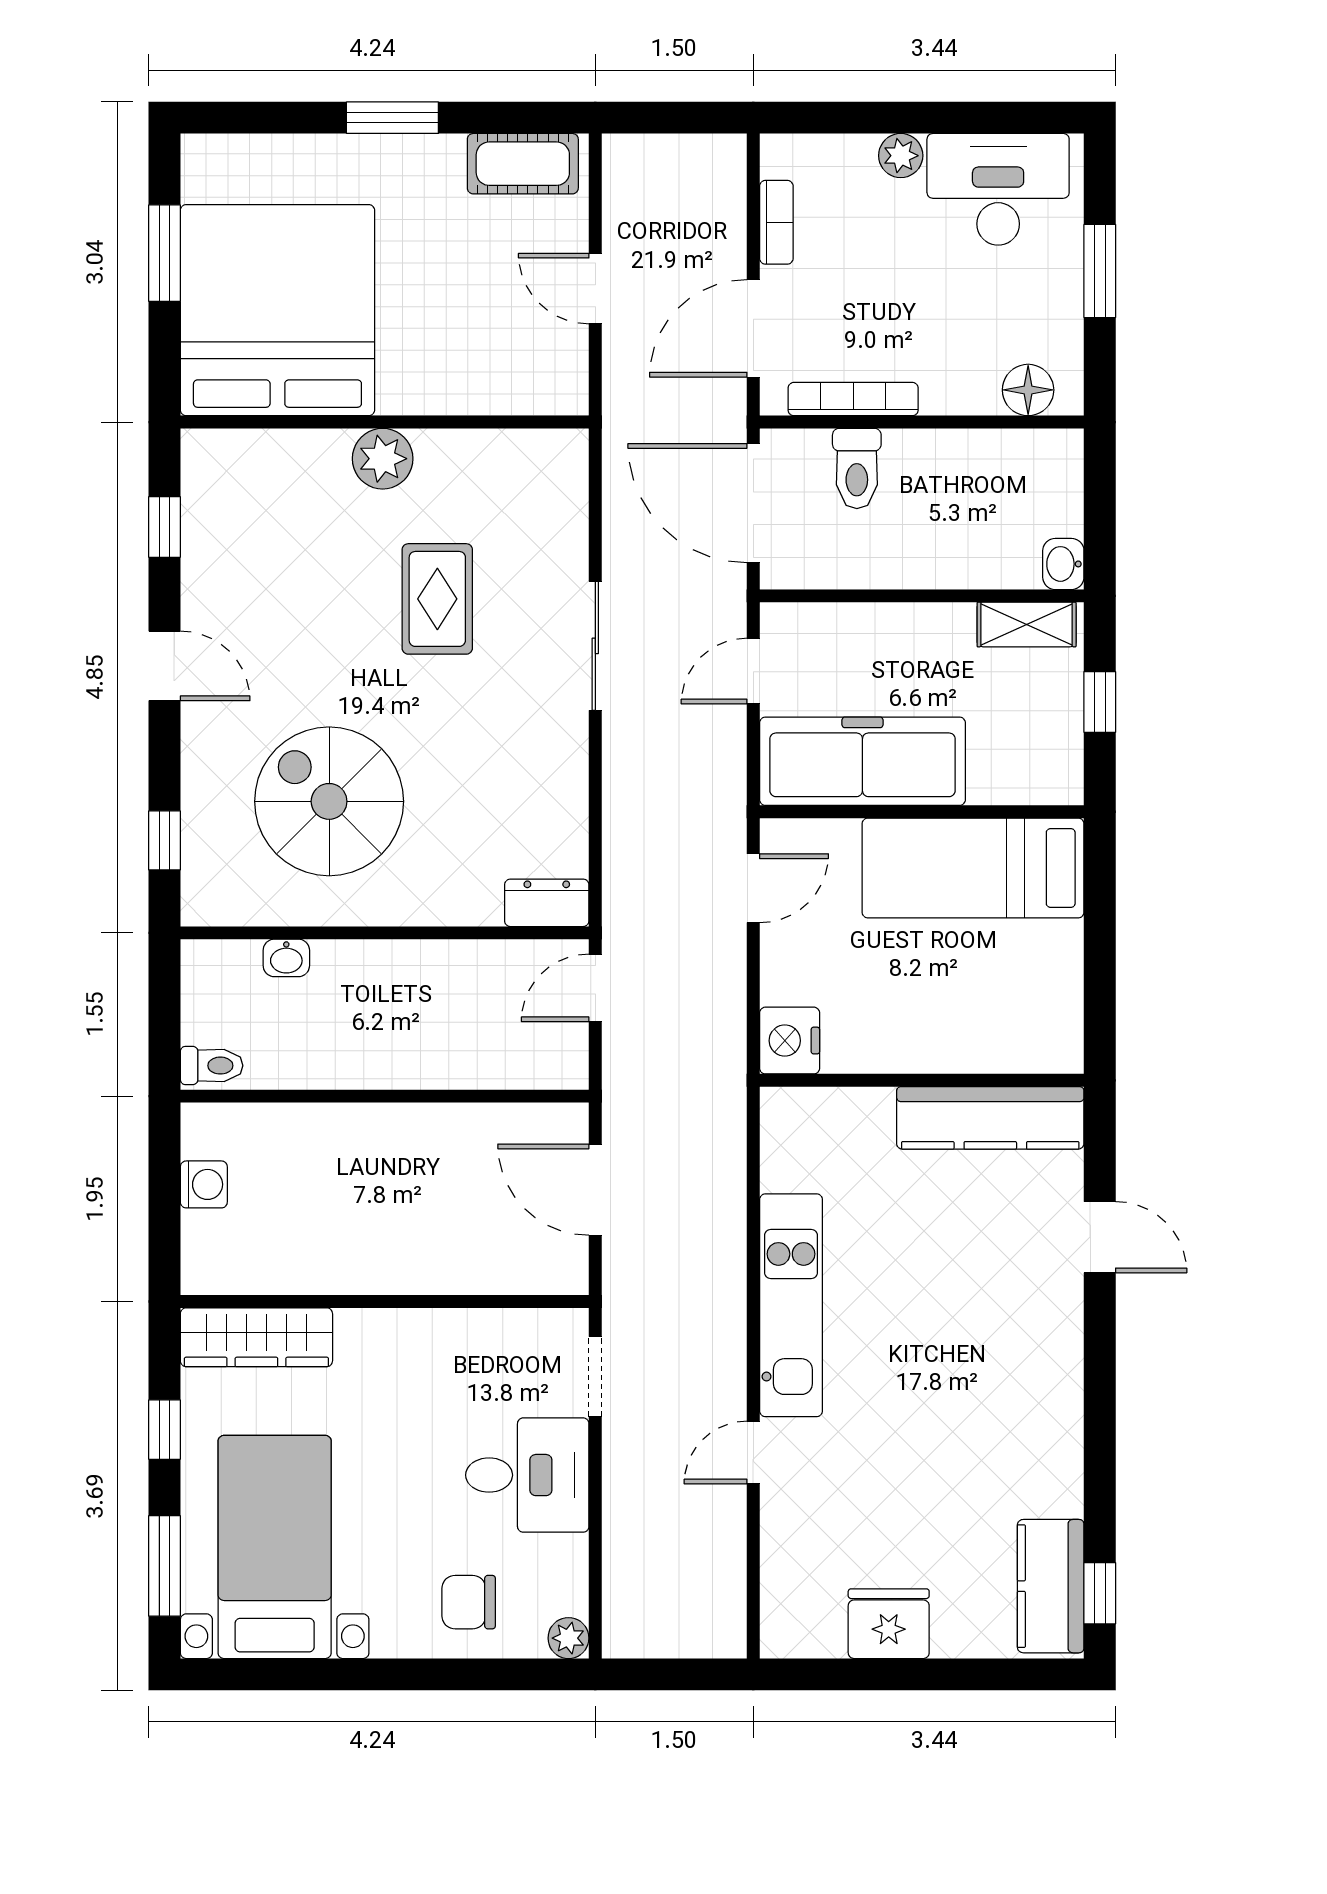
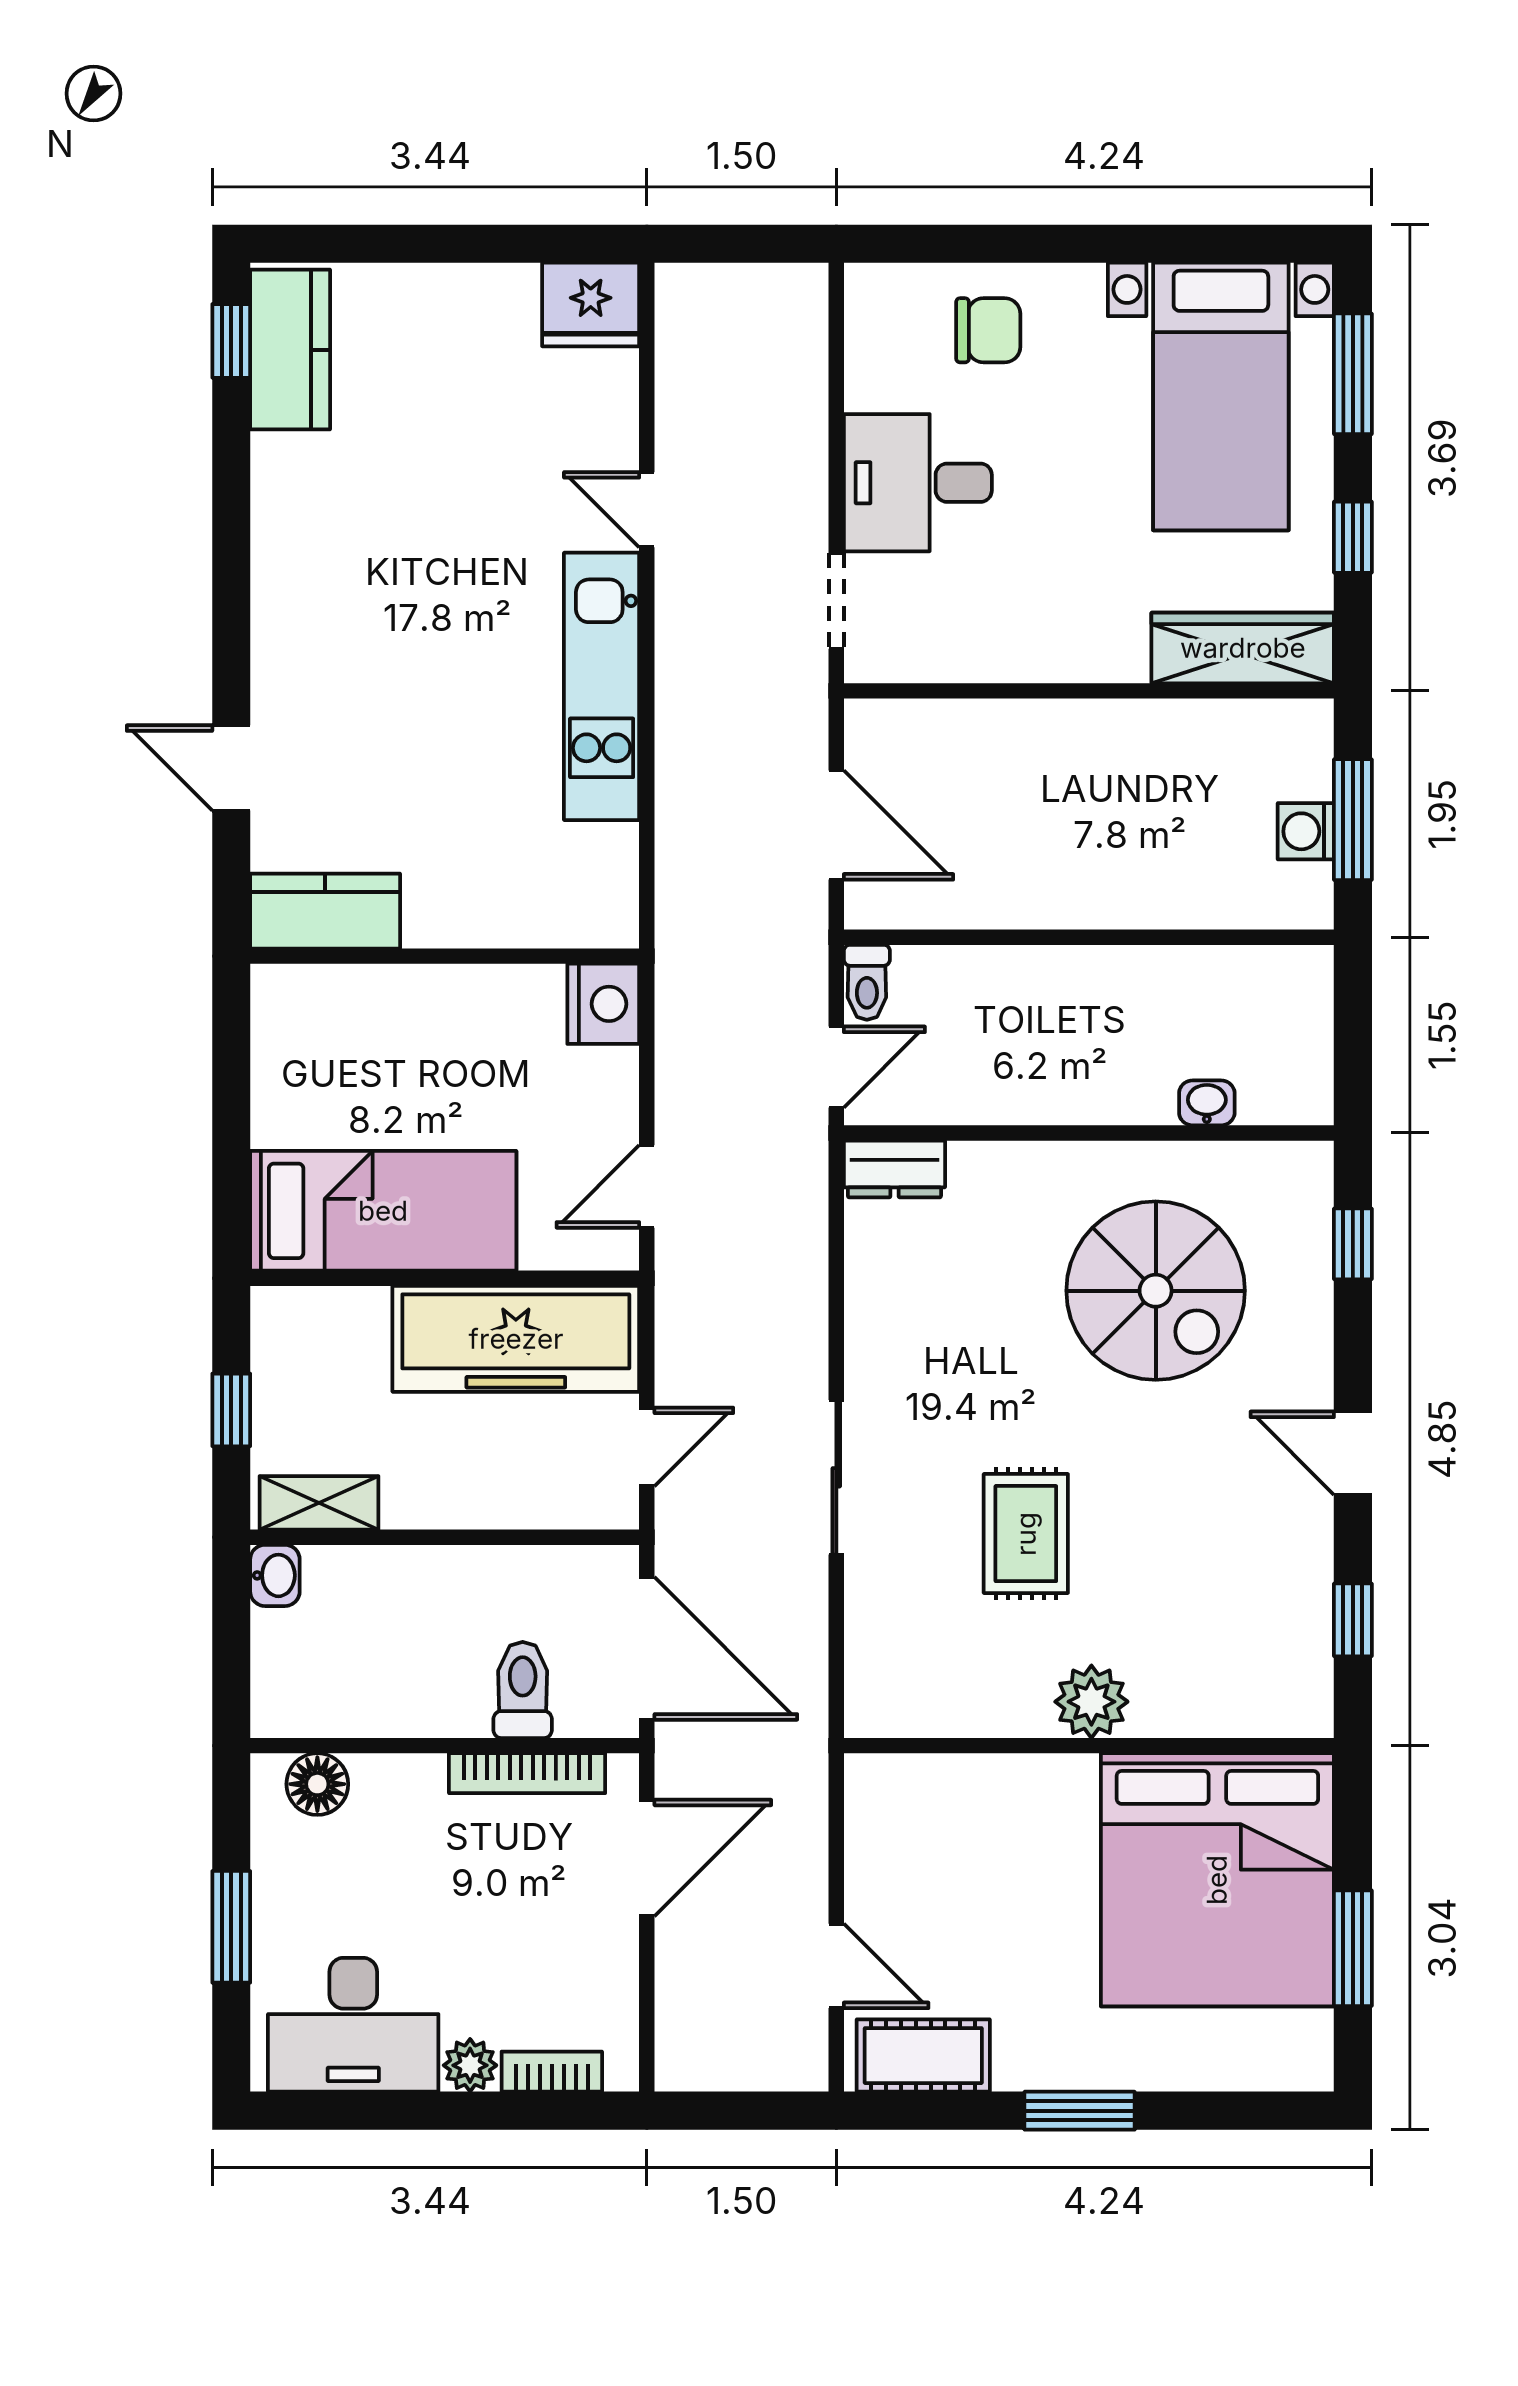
bookcase: (776, 222) -> (552, 2072), moved, turned 90
door: (595, 289) -> (836, 1966), moved
toilet: (212, 1066) -> (867, 982), moved, turned -90
kitchen counter: (990, 1118) -> (325, 911), width x0.67
window: (165, 1194) -> (1353, 820), added
door: (753, 1453) -> (647, 510), swing flipped
fridge: (889, 1624) -> (591, 304), moved
plant: (568, 1638) -> (868, 287), removed

